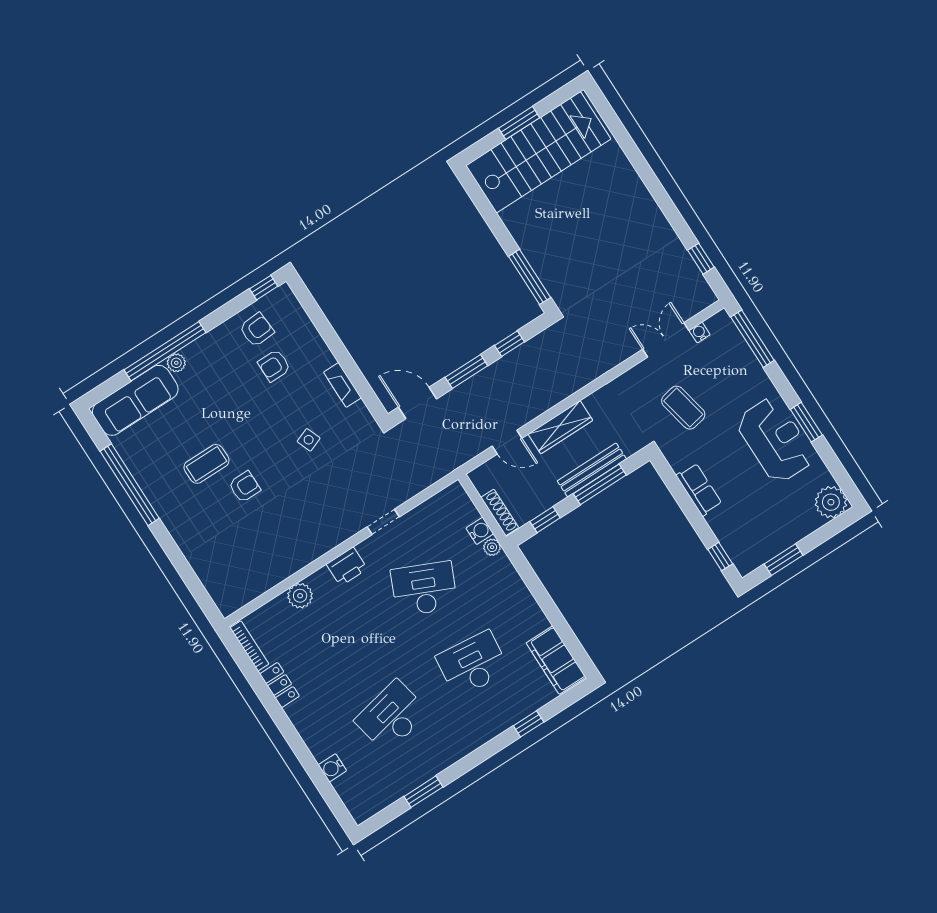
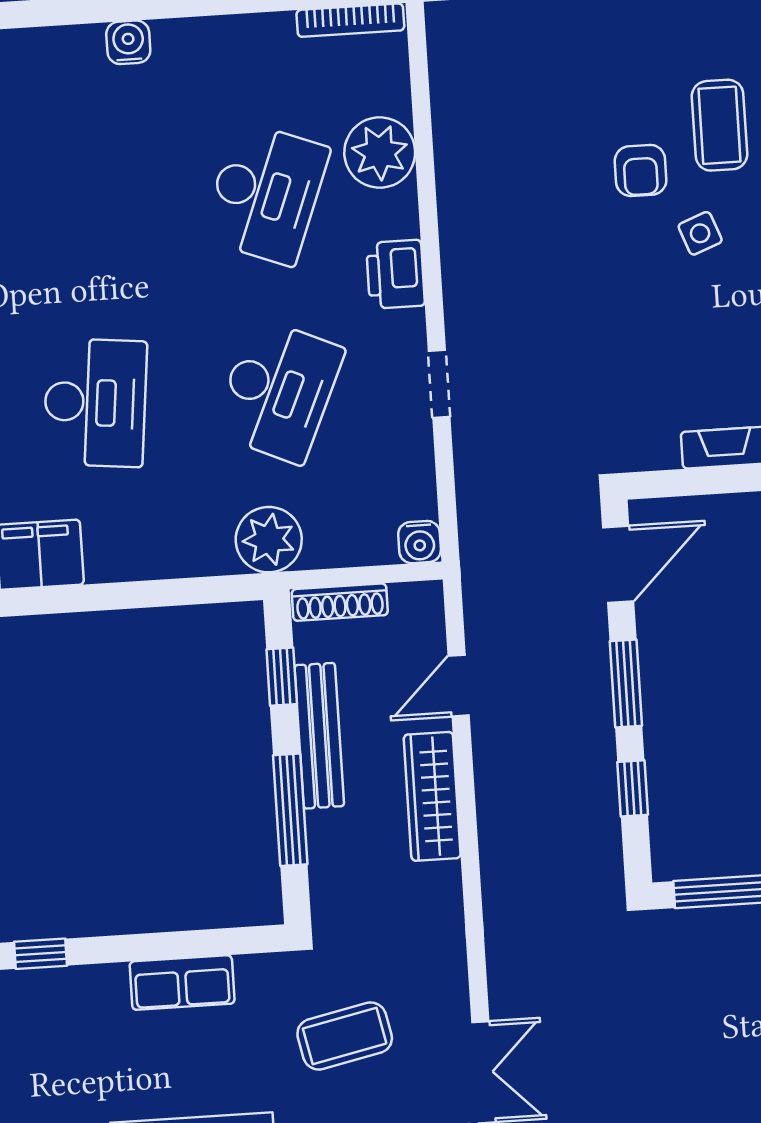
side table: (309, 440) -> (700, 233), moved
bench: (592, 470) -> (319, 736), moved
water cooler: (480, 531) -> (420, 542), moved
plant: (492, 547) -> (269, 540), width x1.88, depth x1.88
plant: (300, 596) -> (380, 153), width x1.36, depth x1.36
locker: (280, 685) -> (250, 35), removed
desk: (392, 716) -> (266, 193), moved, turned 33
water cooler: (332, 768) -> (128, 42), moved

